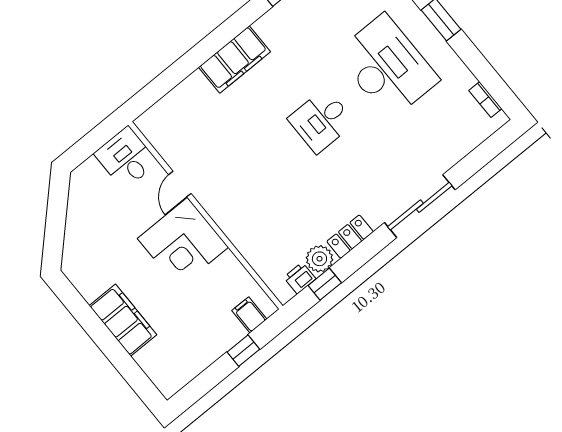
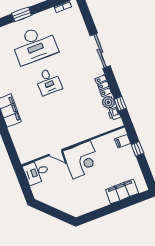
desk: (387, 67) -> (34, 45), turned 180
filing cabinet: (123, 320) -> (122, 191), moved

